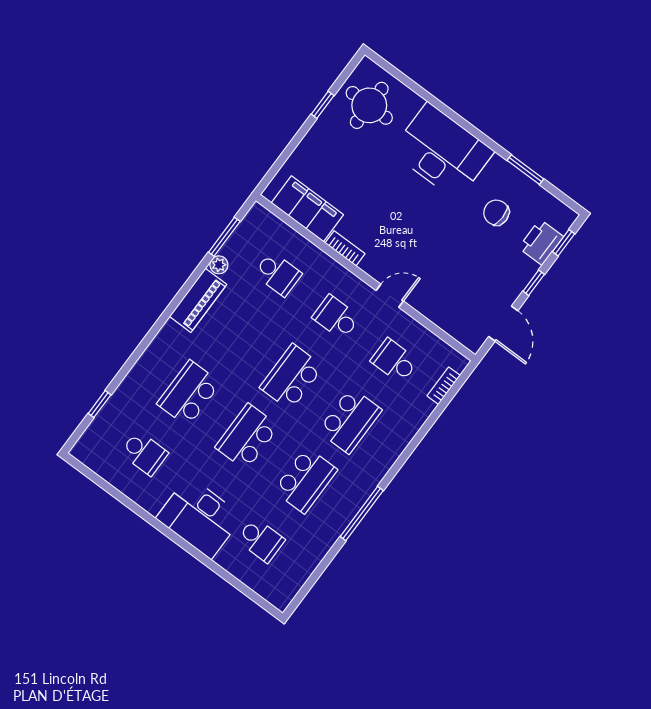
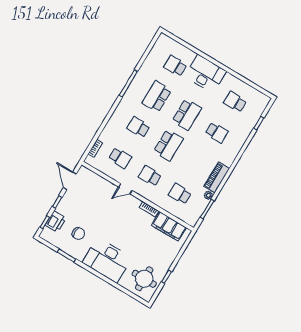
school desk: (336, 317) -> (150, 176), turned 180
school desk: (189, 393) -> (217, 133), width x0.54
school desk: (350, 421) -> (138, 127), width x0.54

